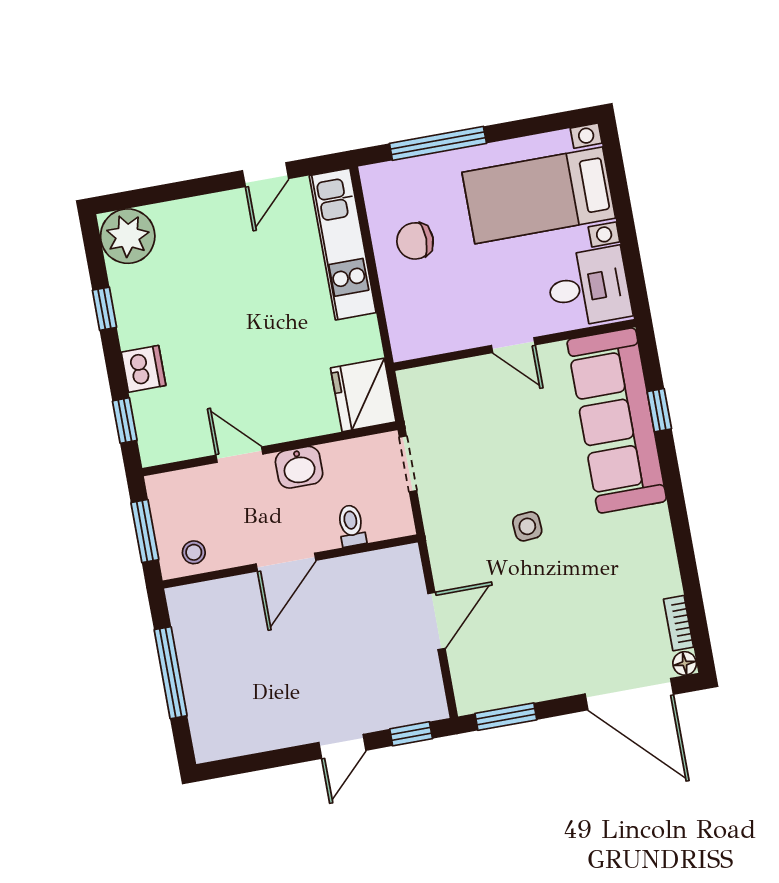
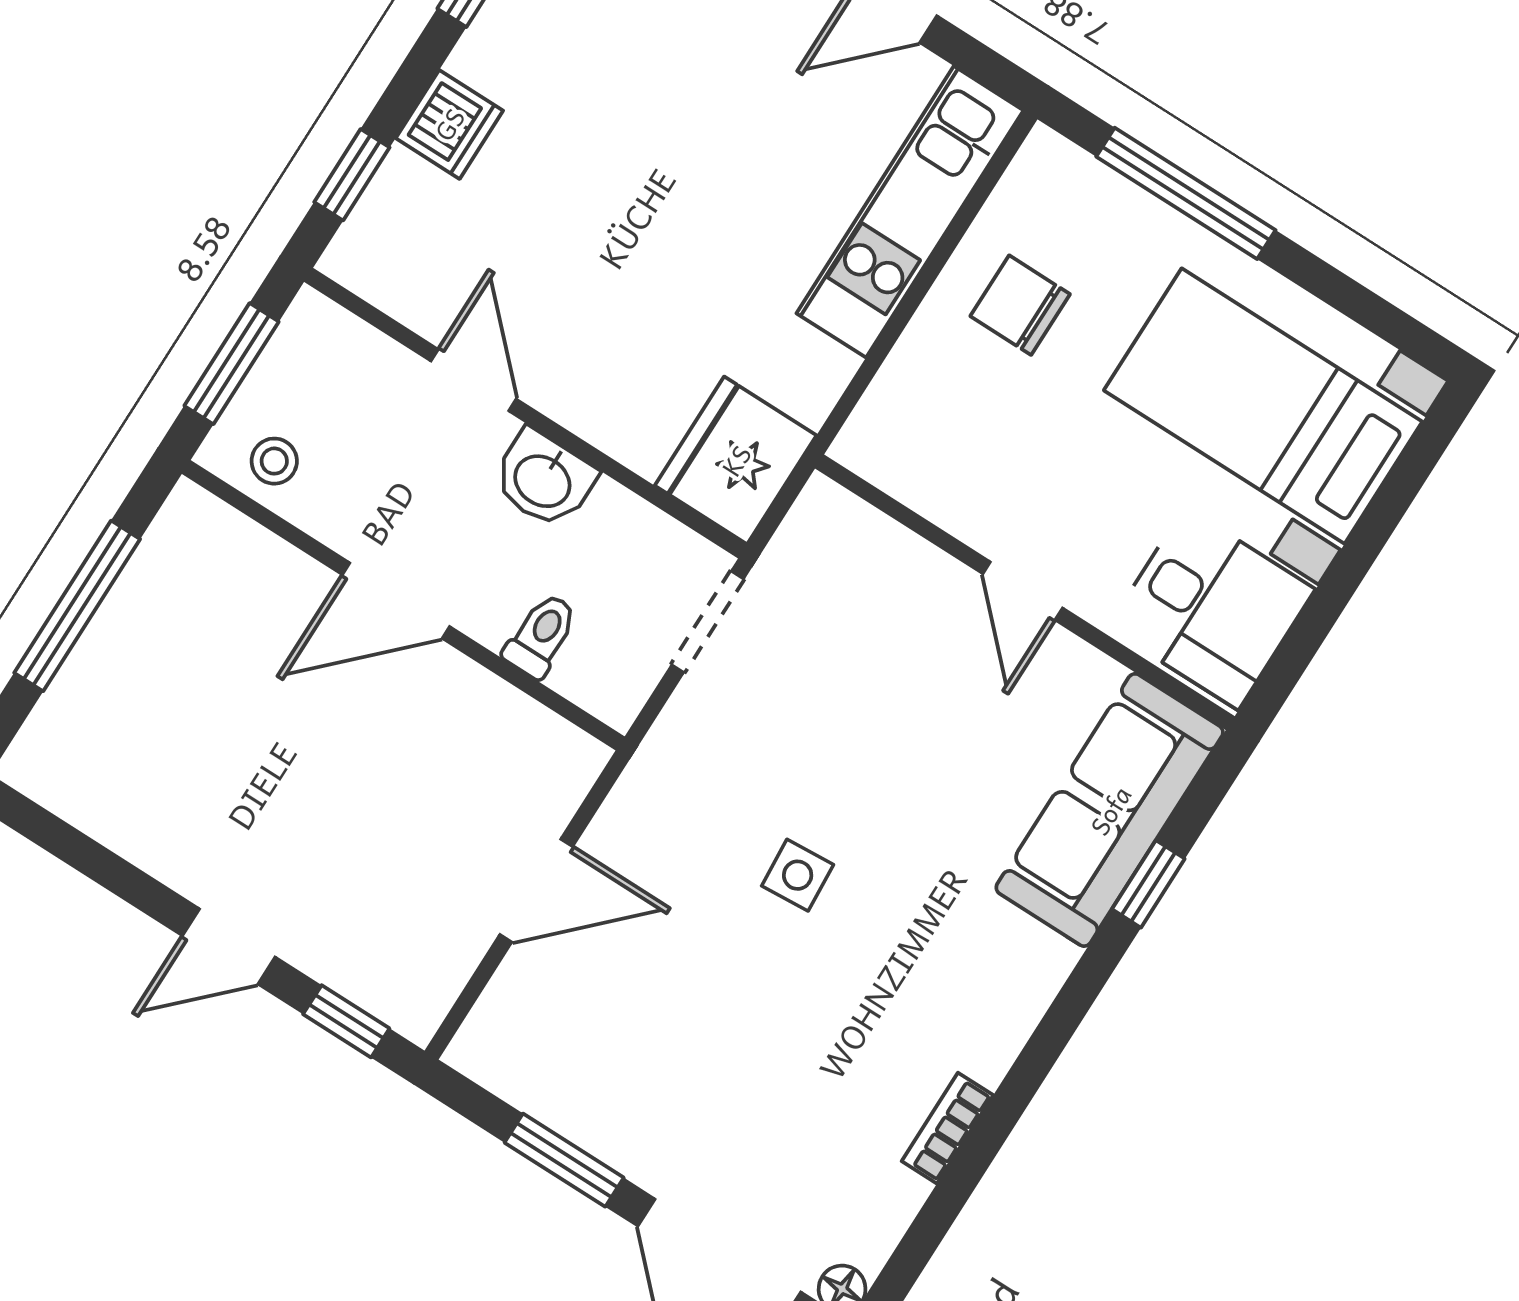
sofa: (617, 420) -> (1110, 810), width x0.74, depth x0.79
bookcase: (679, 623) -> (947, 1128), moved
window: (506, 717) -> (564, 1160), moved

